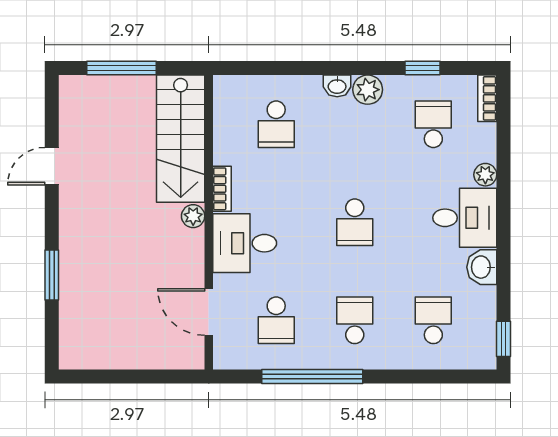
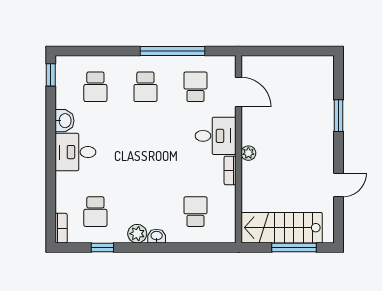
stairs: (181, 139) -> (282, 228), moved, turned -90
plant: (485, 175) -> (62, 179), removed
school desk: (355, 222) -> (145, 149), removed

